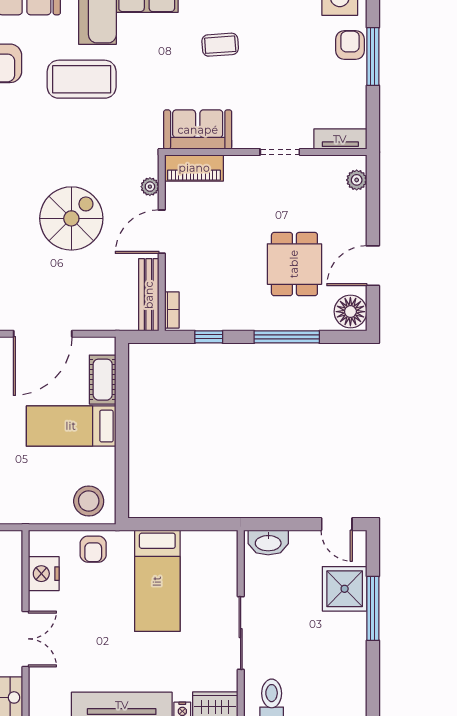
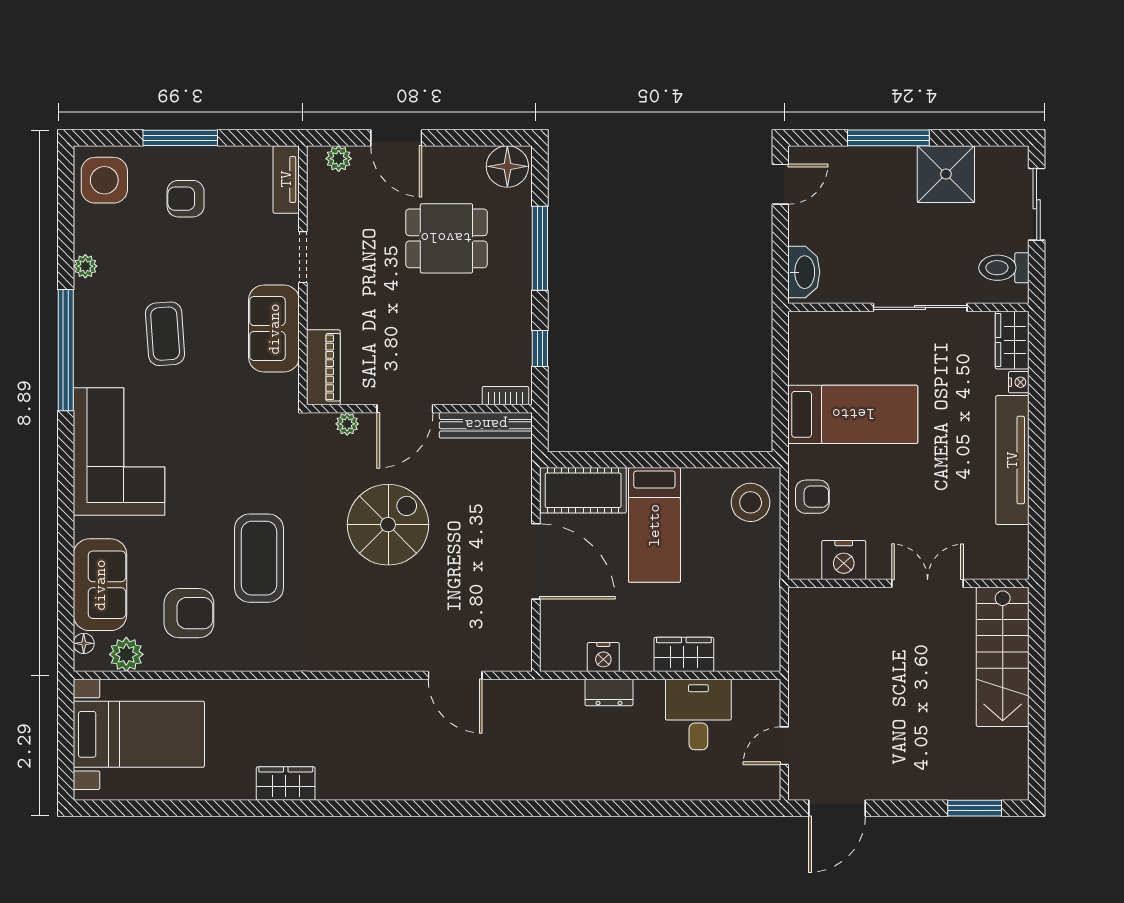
coffee table: (220, 45) -> (165, 334), width x1.36, depth x1.30
armchair: (350, 45) -> (186, 199), moved
coffee table: (82, 79) -> (259, 558), moved
sofa: (198, 130) -> (274, 329), moved
spiral stairs: (71, 218) -> (388, 525), turned 90
door: (162, 232) -> (405, 409), hinge flipped
door: (373, 266) -> (396, 138), moved
cot: (103, 380) -> (583, 490), width x1.37, depth x1.34
shower: (345, 589) -> (946, 174), moved

